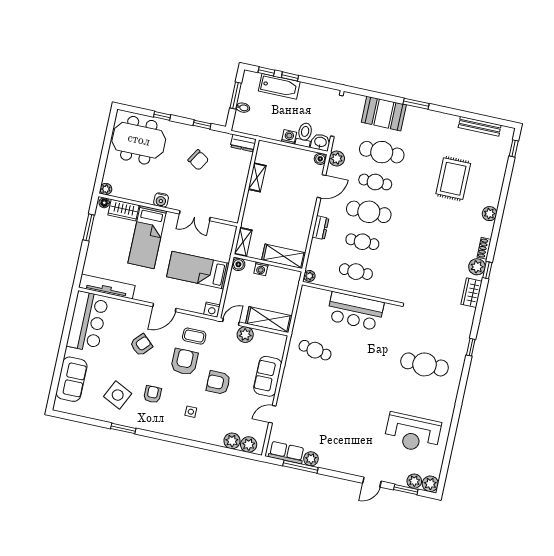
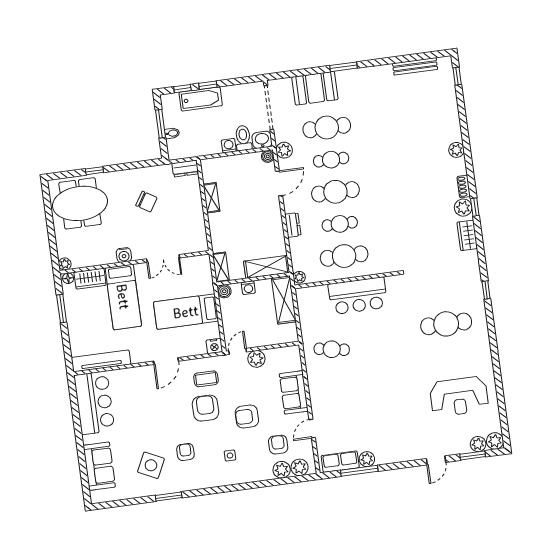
window: (202, 125) -> (138, 165), removed
rug: (453, 179) -> (408, 128), removed
cafe table: (356, 272) -> (344, 256), width x1.37, depth x1.35
shelving: (269, 320) -> (284, 300), moved, turned 90
armchair: (141, 345) -> (278, 445), moved, turned -43

